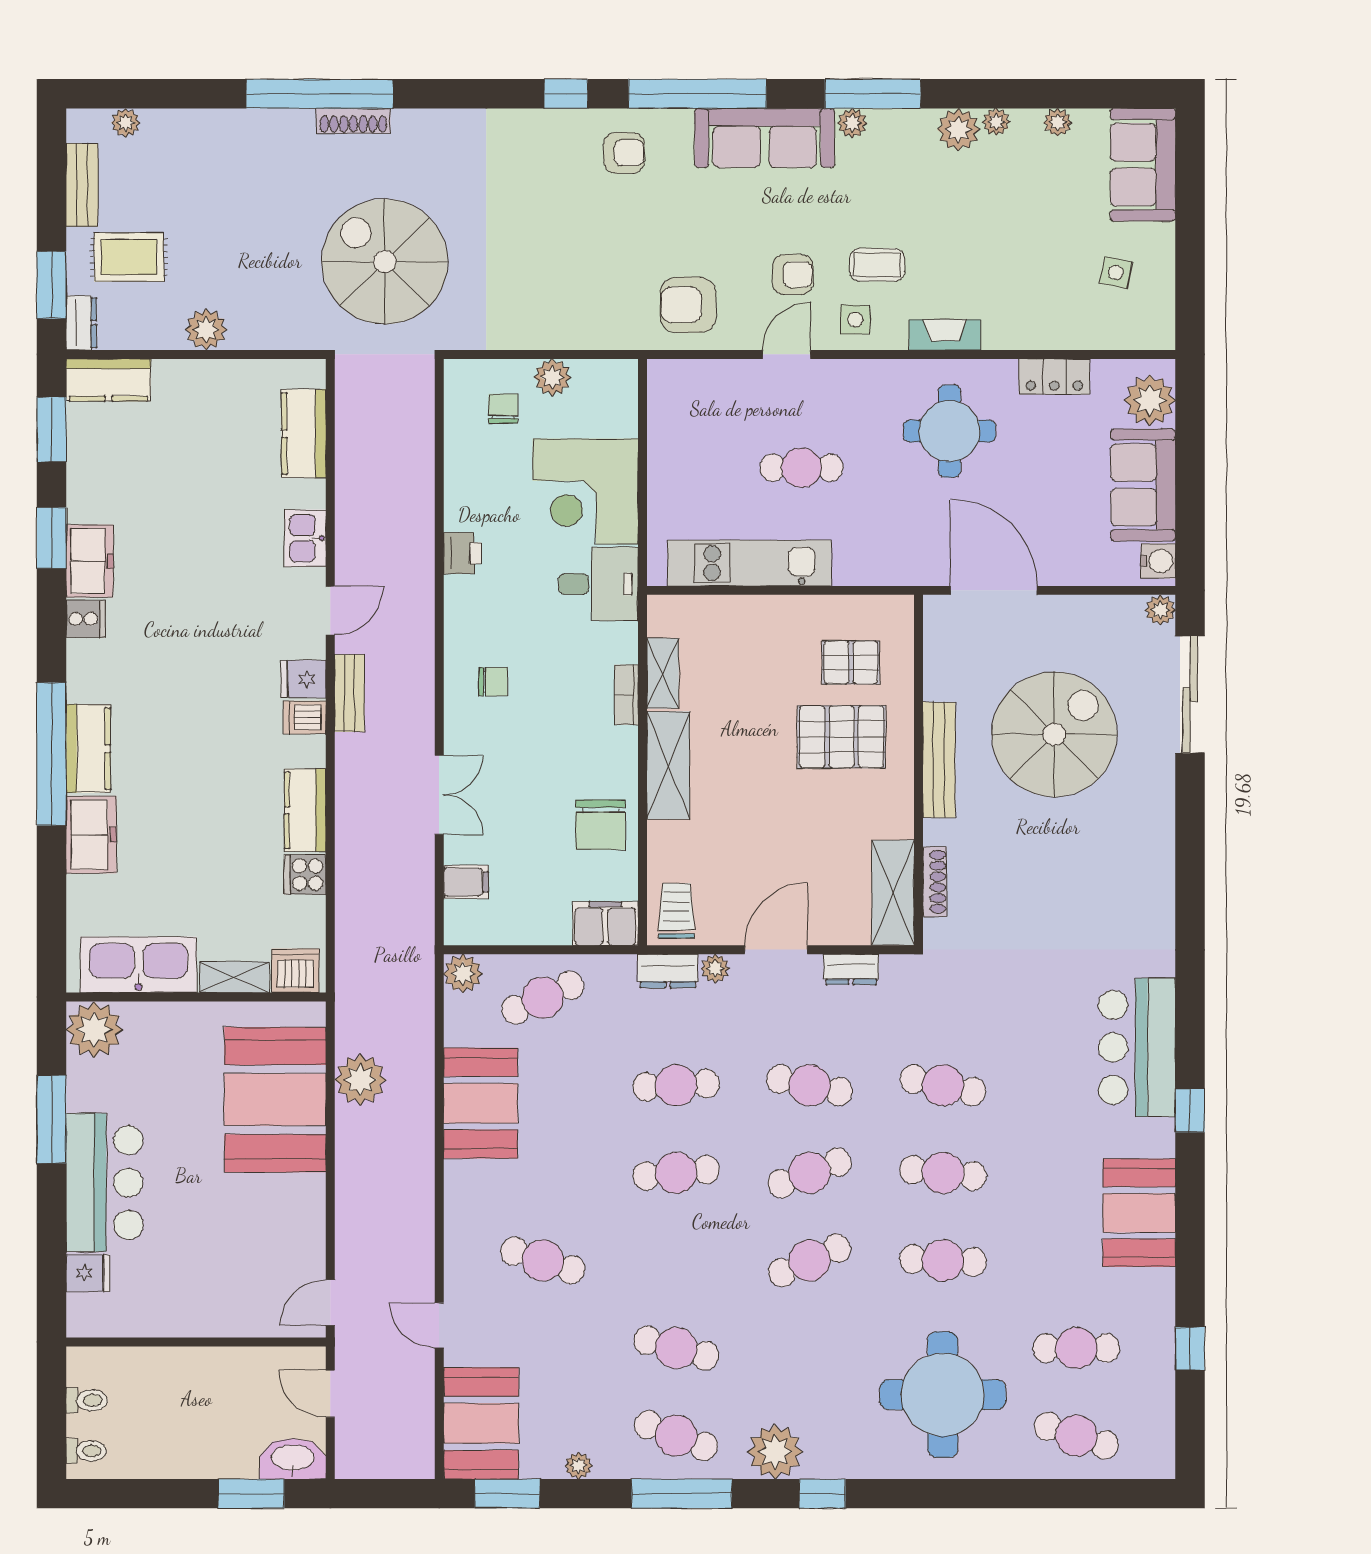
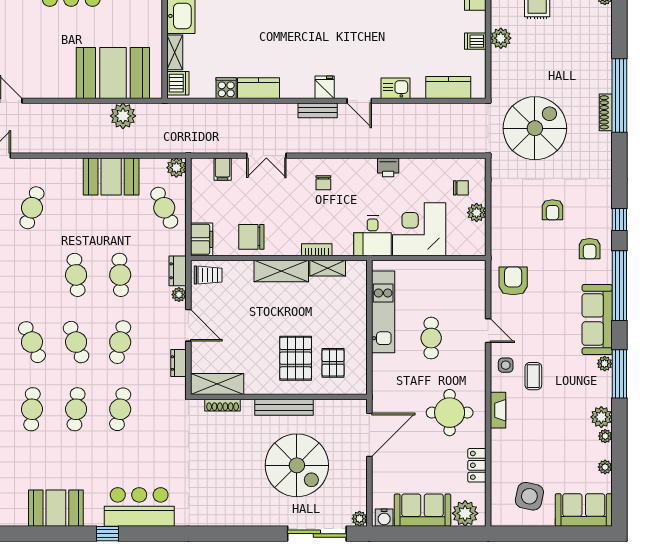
side table: (1116, 272) -> (529, 496), width x1.87, depth x1.87
armchair: (793, 275) -> (552, 210), moved
dishwasher: (305, 717) -> (475, 41), moved, turned -90

